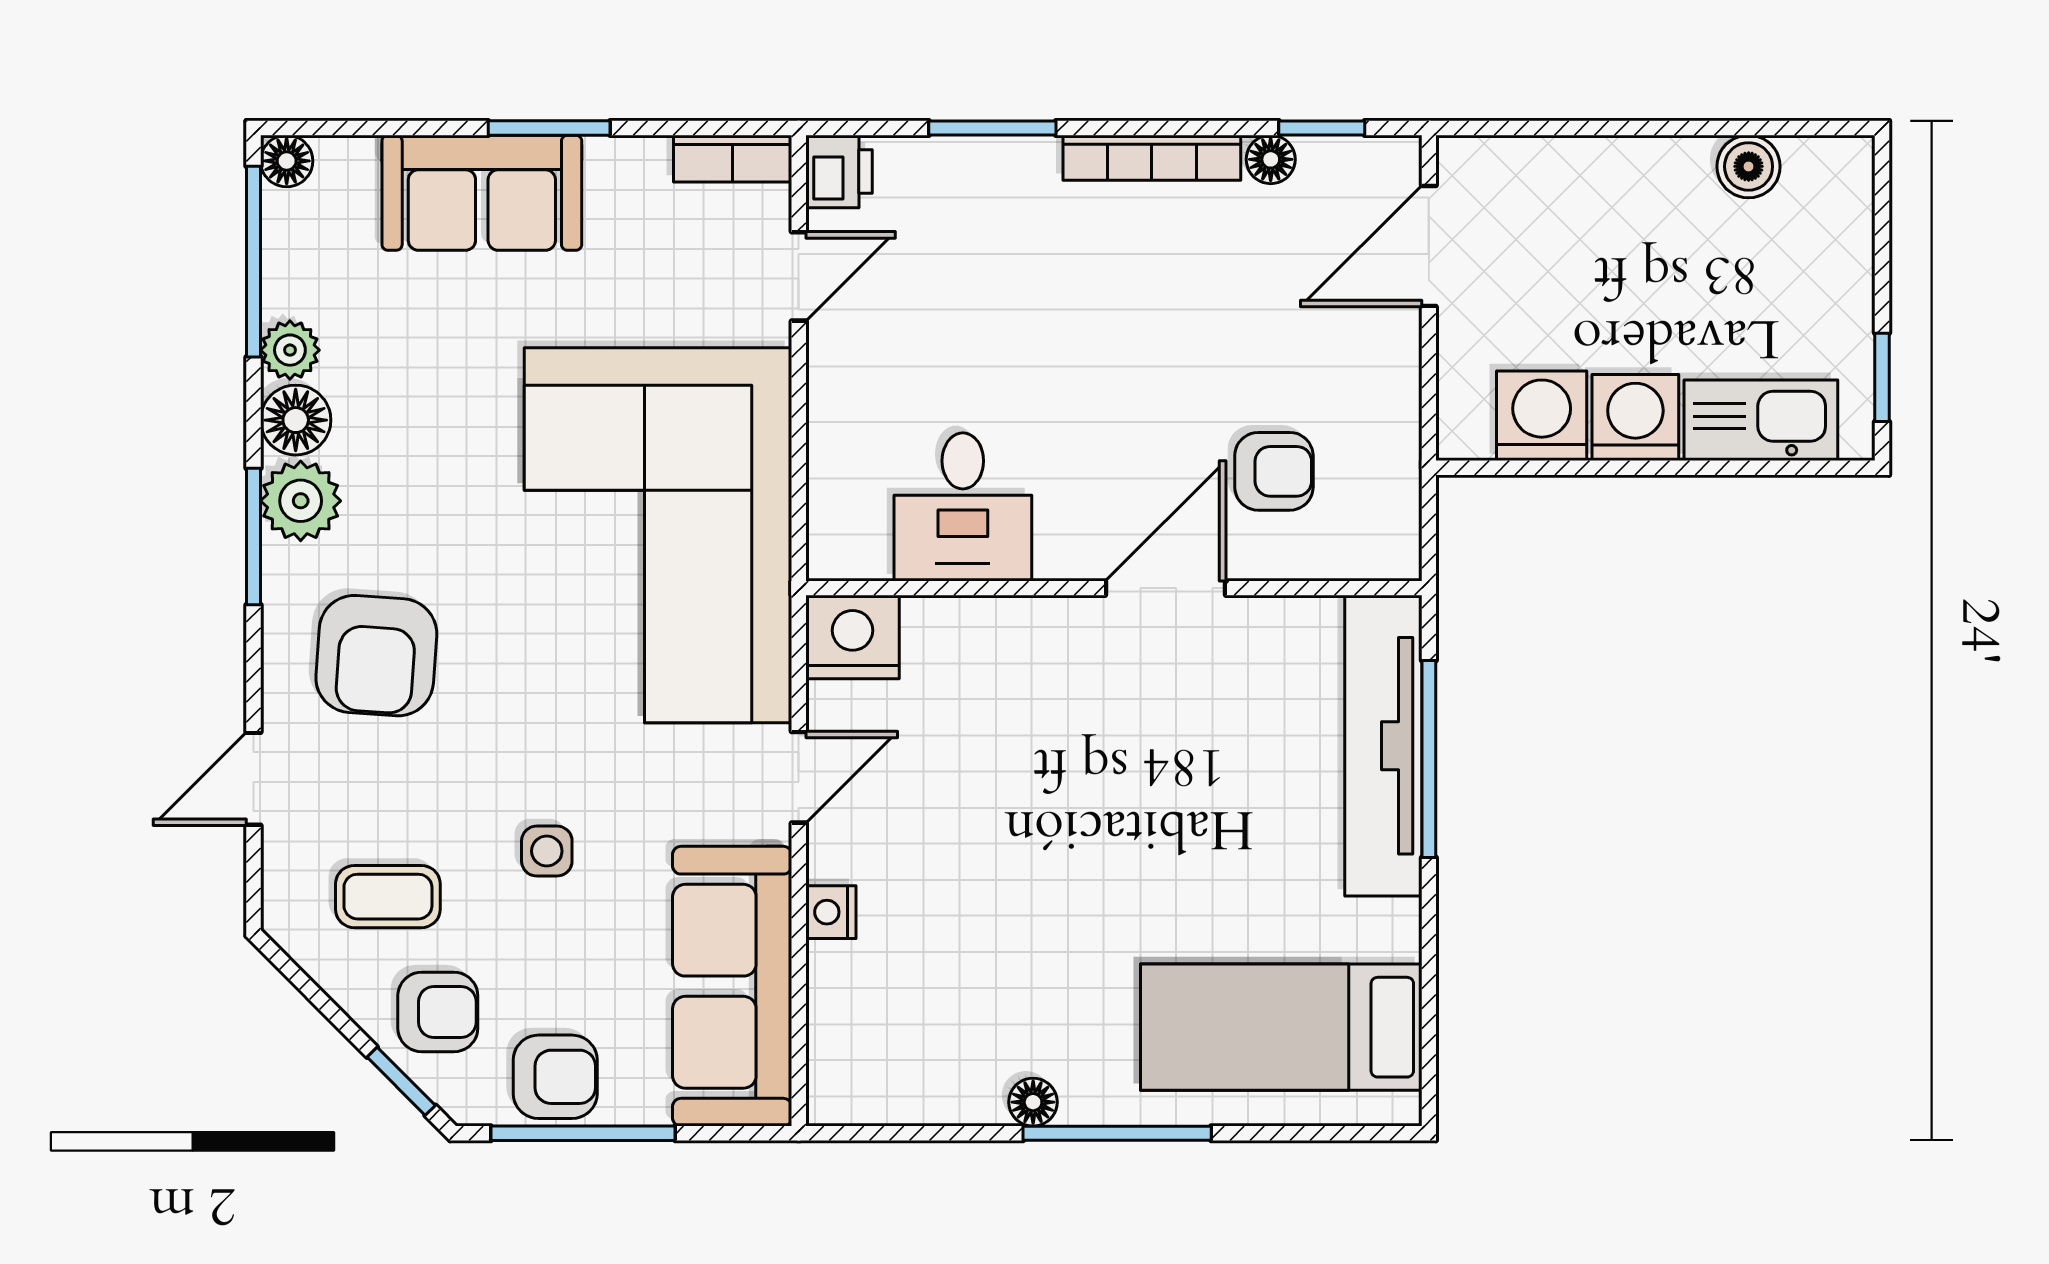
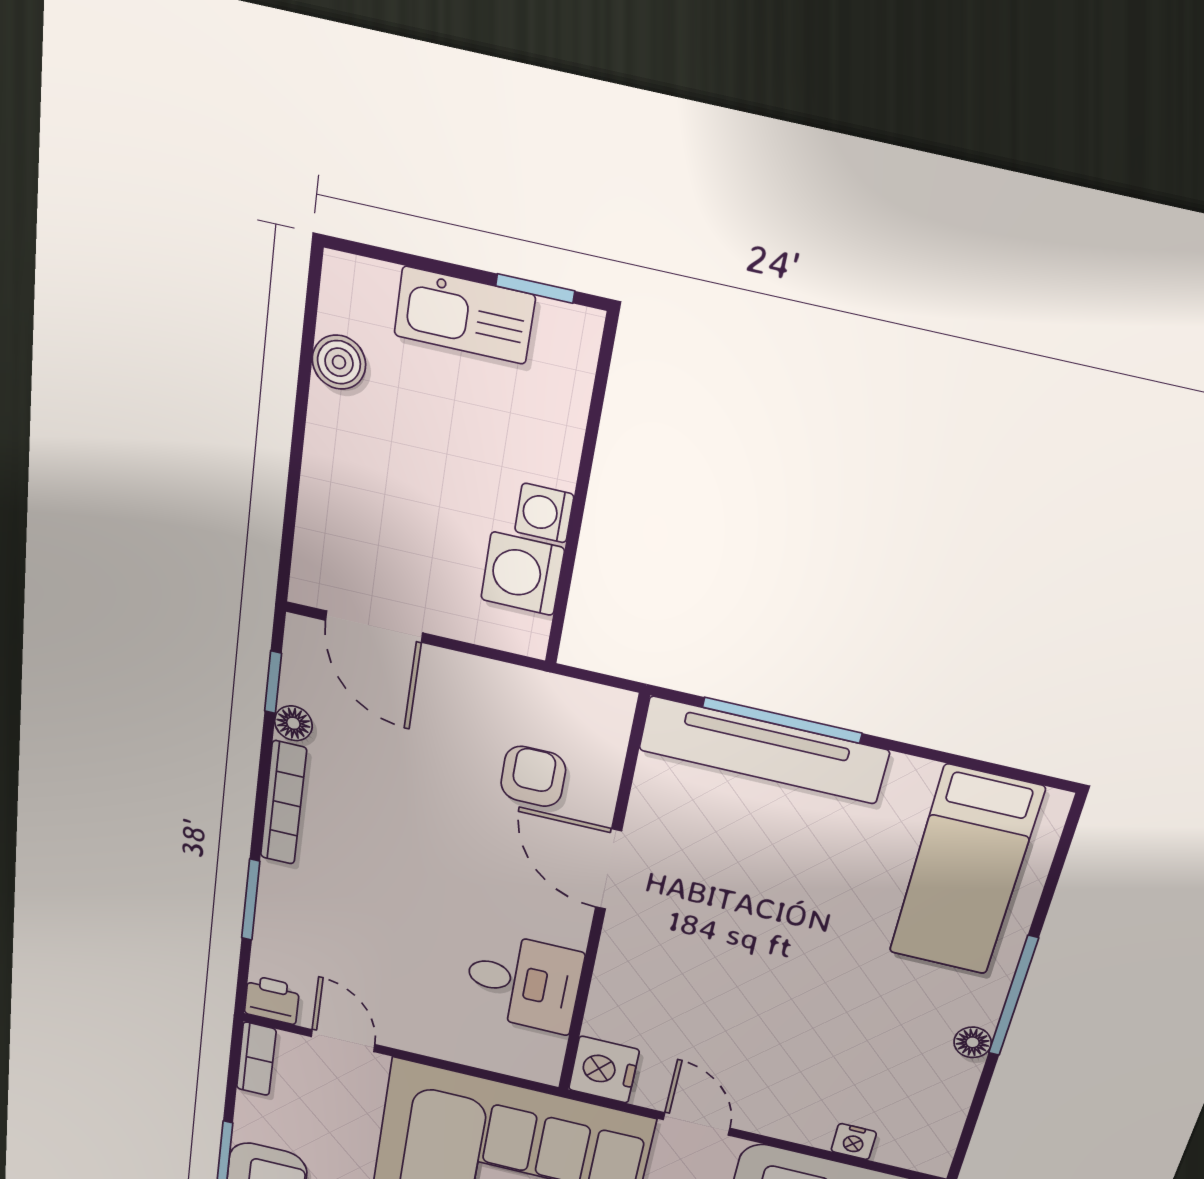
washing machine: (1635, 418) -> (544, 513), width x0.73, depth x0.73
kitchen sink: (1761, 420) -> (464, 315), moved, turned -90
nightstand: (831, 912) -> (854, 1142), moved

